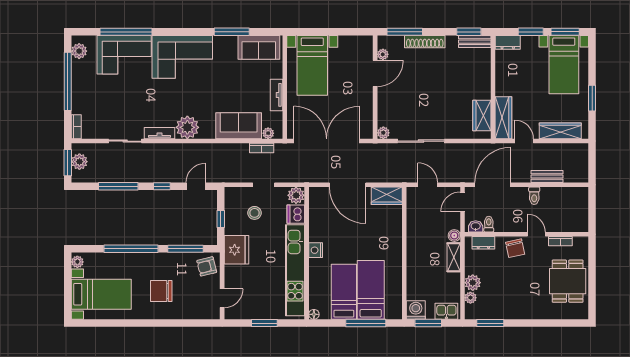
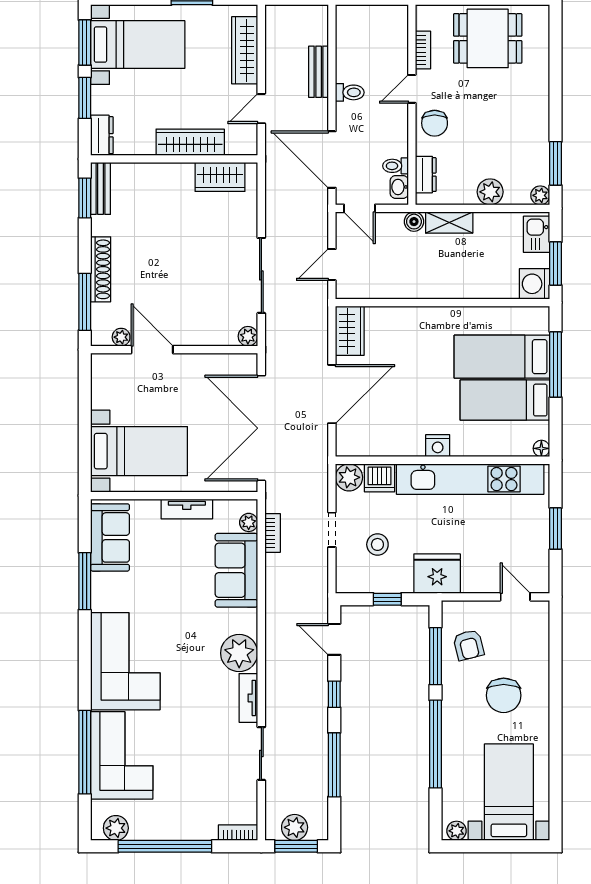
wardrobe: (503, 118) -> (190, 142), moved
chair: (515, 248) -> (435, 123), turned 102
armchair: (207, 266) -> (469, 645), moved
plant: (470, 298) -> (540, 195), moved

